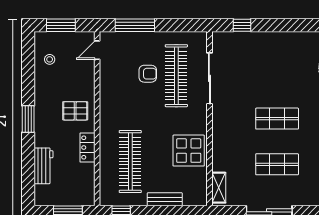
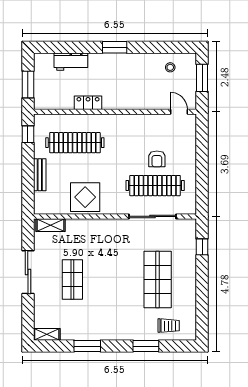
window: (135, 25) -> (202, 147), removed
pallet: (75, 111) -> (122, 91), removed
shop shelf: (277, 119) -> (158, 279), moved, width x1.43, depth x1.36

